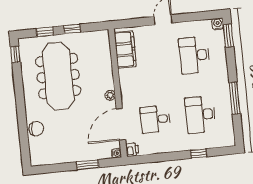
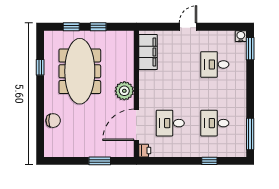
window: (15, 55) -> (40, 67), moved
desk: (194, 55) -> (215, 64), width x0.73
plant: (110, 95) -> (124, 91), width x1.88, depth x1.88
window: (235, 98) -> (250, 134), moved
desk: (200, 115) -> (215, 123), width x0.73
water cooler: (117, 153) -> (129, 152), removed

